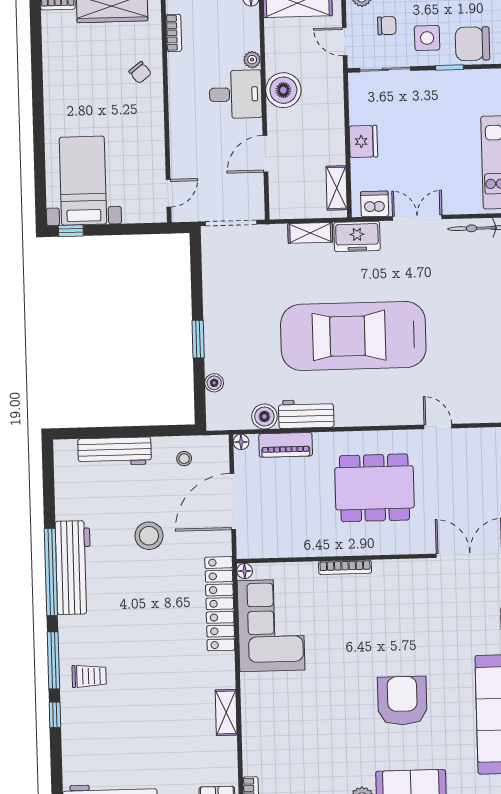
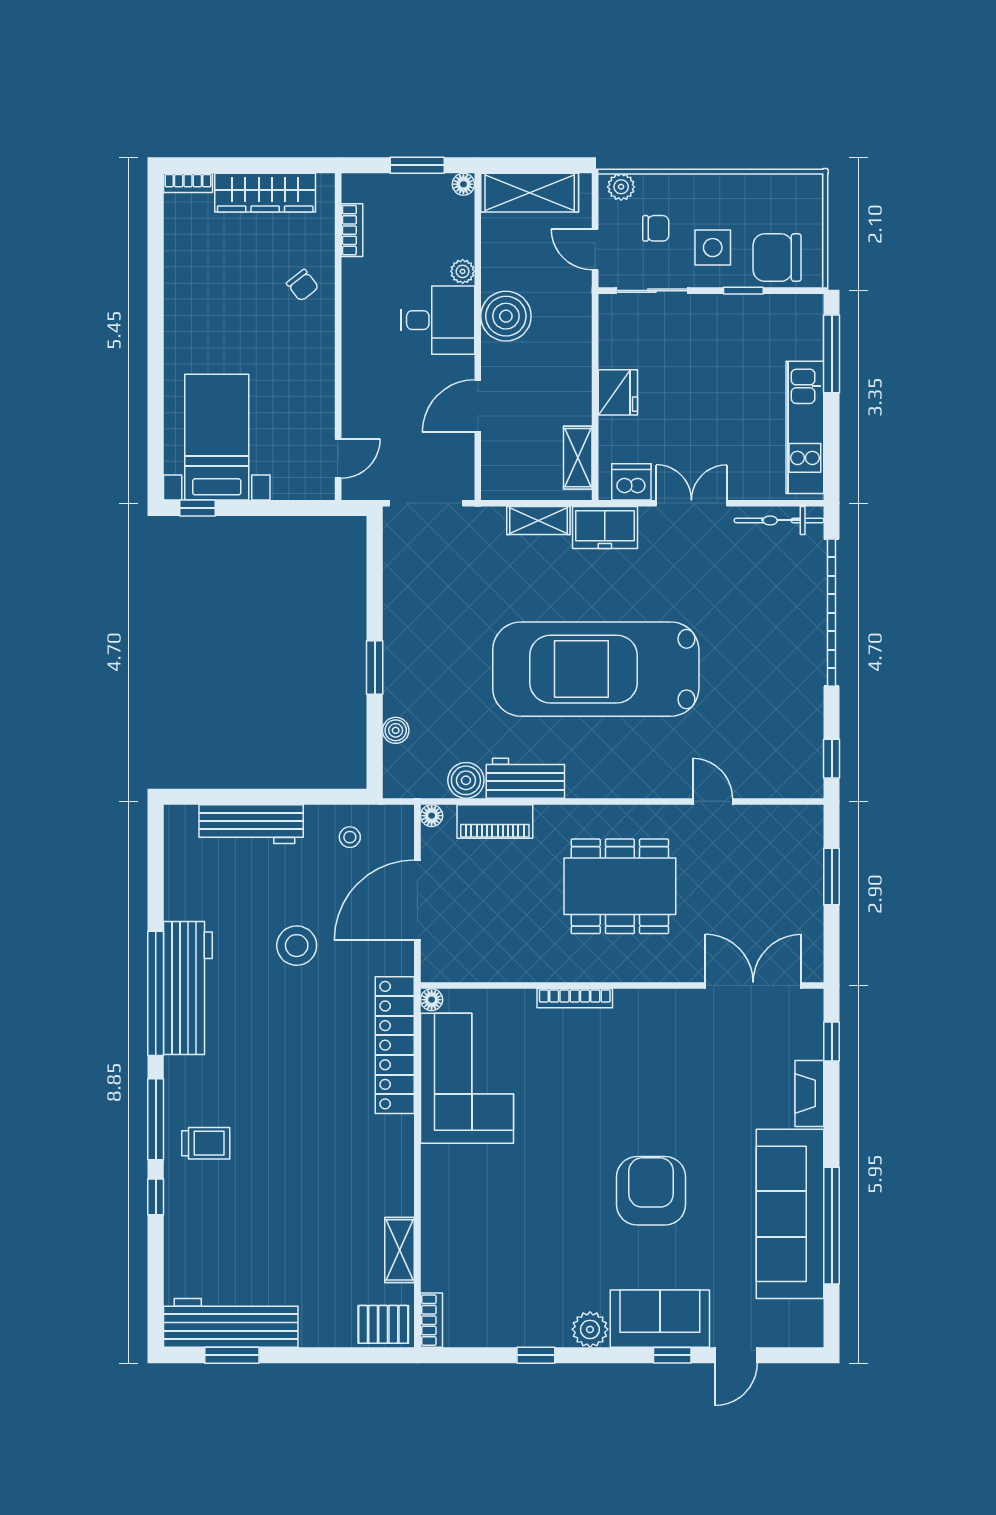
shelving: (226, 712) -> (400, 1250), moved

